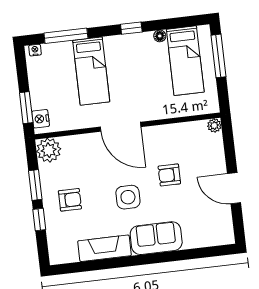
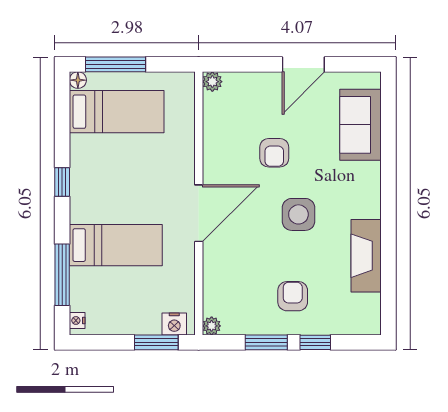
floor lamp: (160, 36) -> (78, 80), moved
plant: (49, 150) -> (212, 326), width x0.53, depth x0.53
sofa: (156, 238) -> (361, 125), moved

